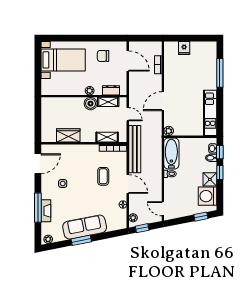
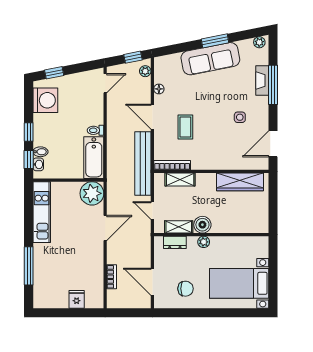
plant: (169, 131) -> (92, 193), width x1.87, depth x1.87
wardrobe: (68, 135) -> (240, 182), width x1.50
shower: (210, 179) -> (42, 123), removed
door: (163, 209) -> (105, 83), hinge flipped

